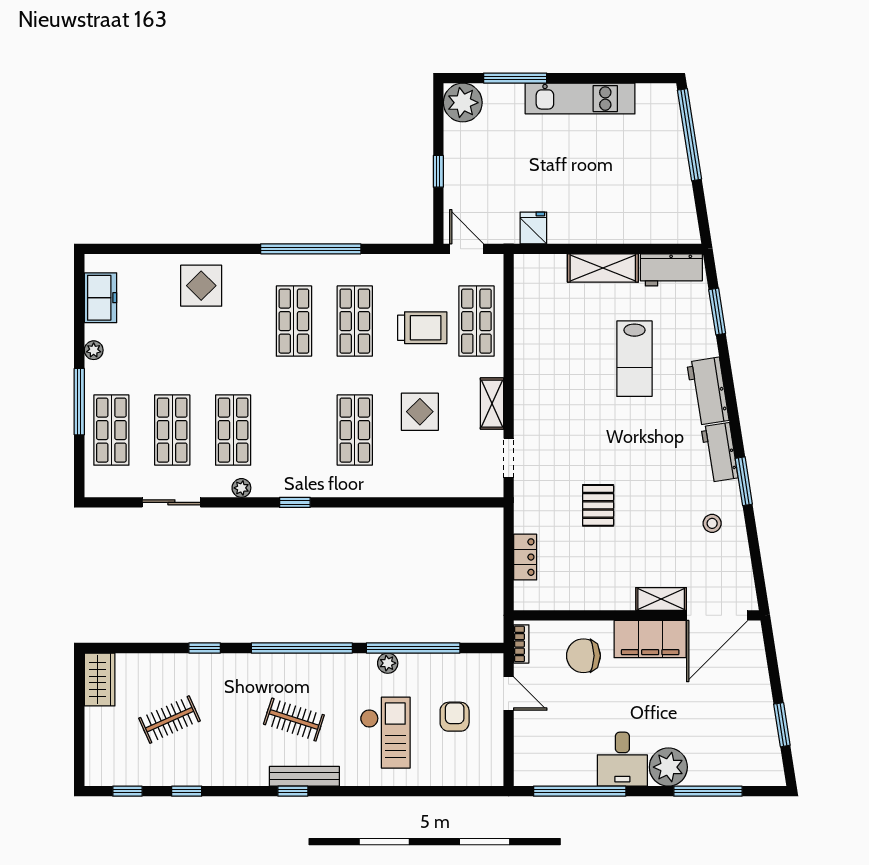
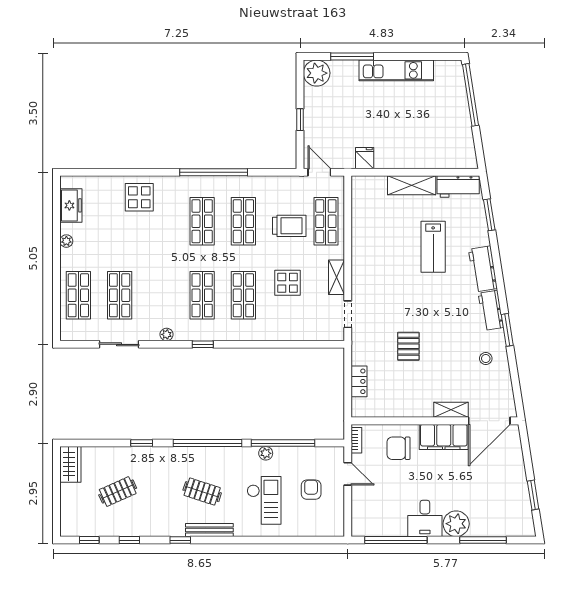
window: (79, 402) -> (57, 276), removed
shop shelf: (233, 430) -> (202, 295), moved
window: (293, 791) -> (180, 540), moved

